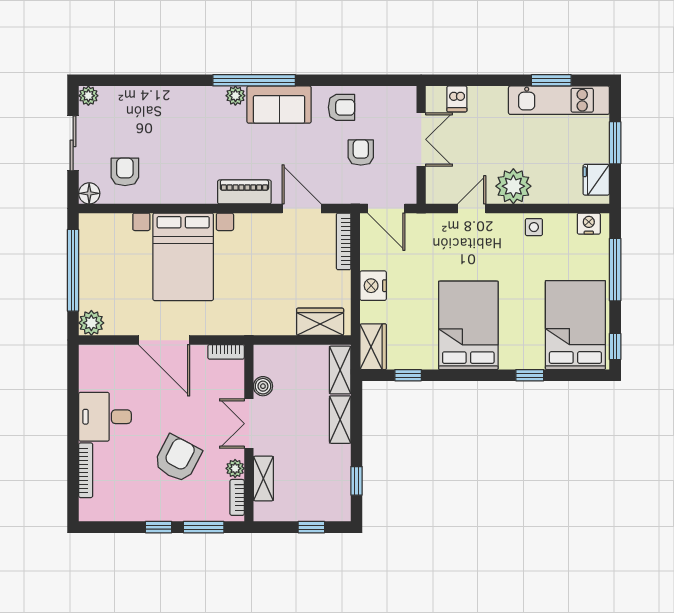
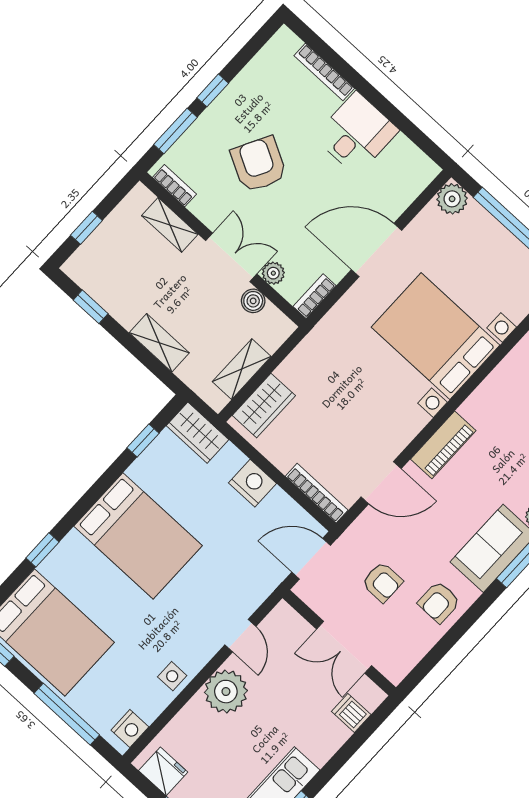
shelving: (340, 370) -> (242, 369), moved, turned 90
armchair: (178, 459) -> (259, 164), turned 180
plant: (235, 468) -> (273, 273), moved

